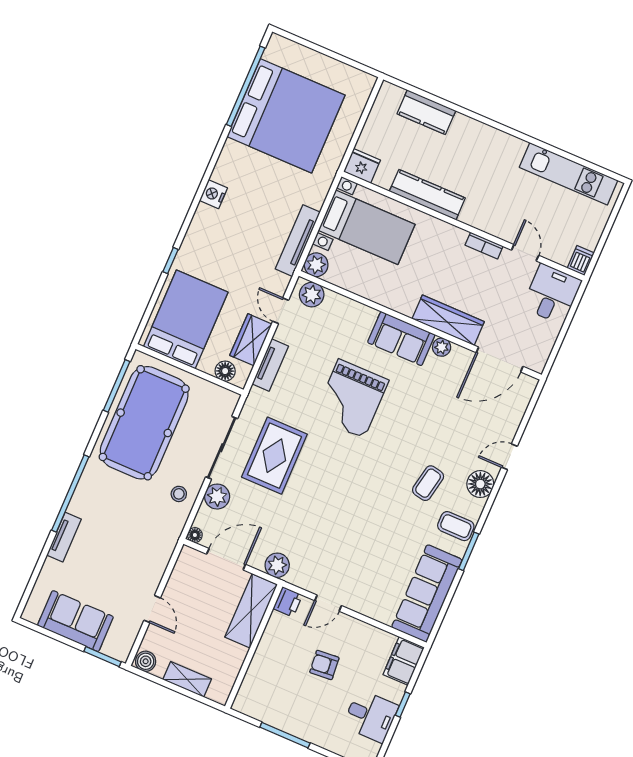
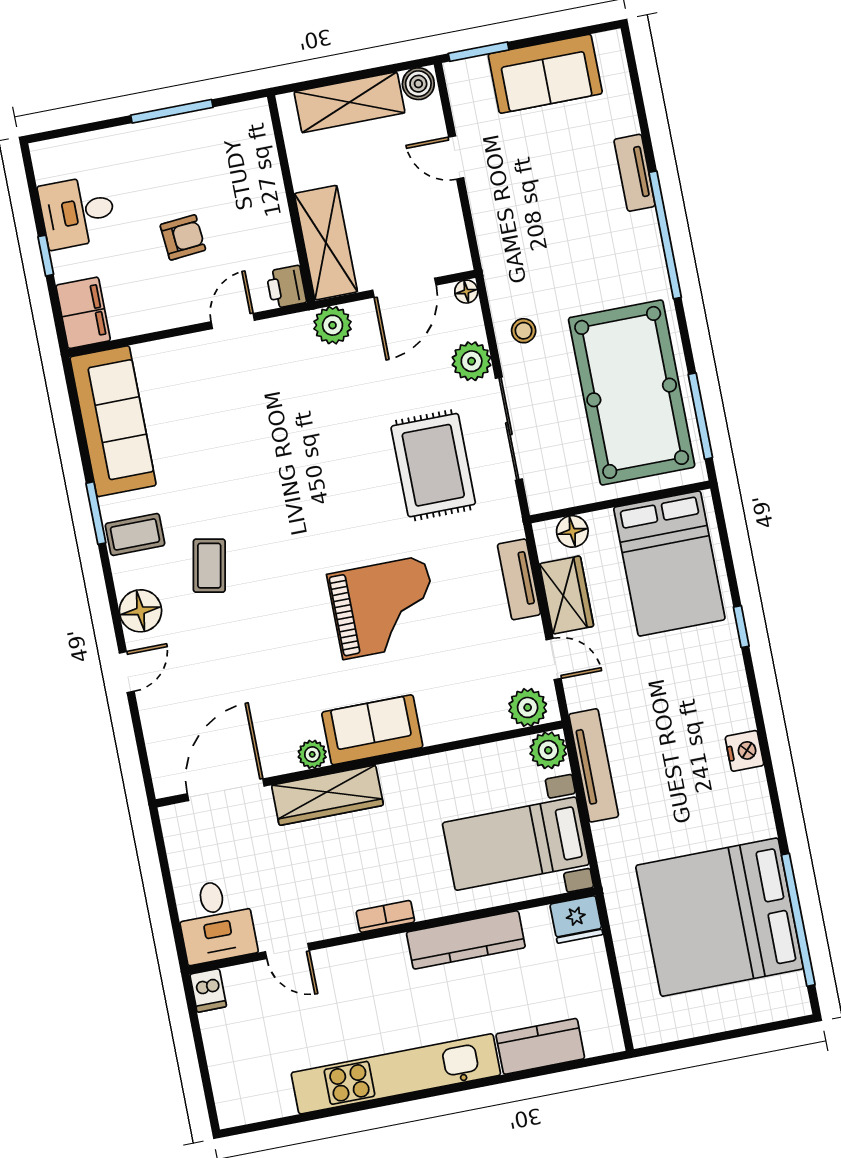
kitchen unit: (569, 174) -> (396, 1074), moved, width x1.36
bookcase: (484, 246) -> (385, 916), moved
grand piano: (351, 399) -> (384, 608), turned 90
shelving: (187, 679) -> (349, 102), width x1.50, depth x1.33

